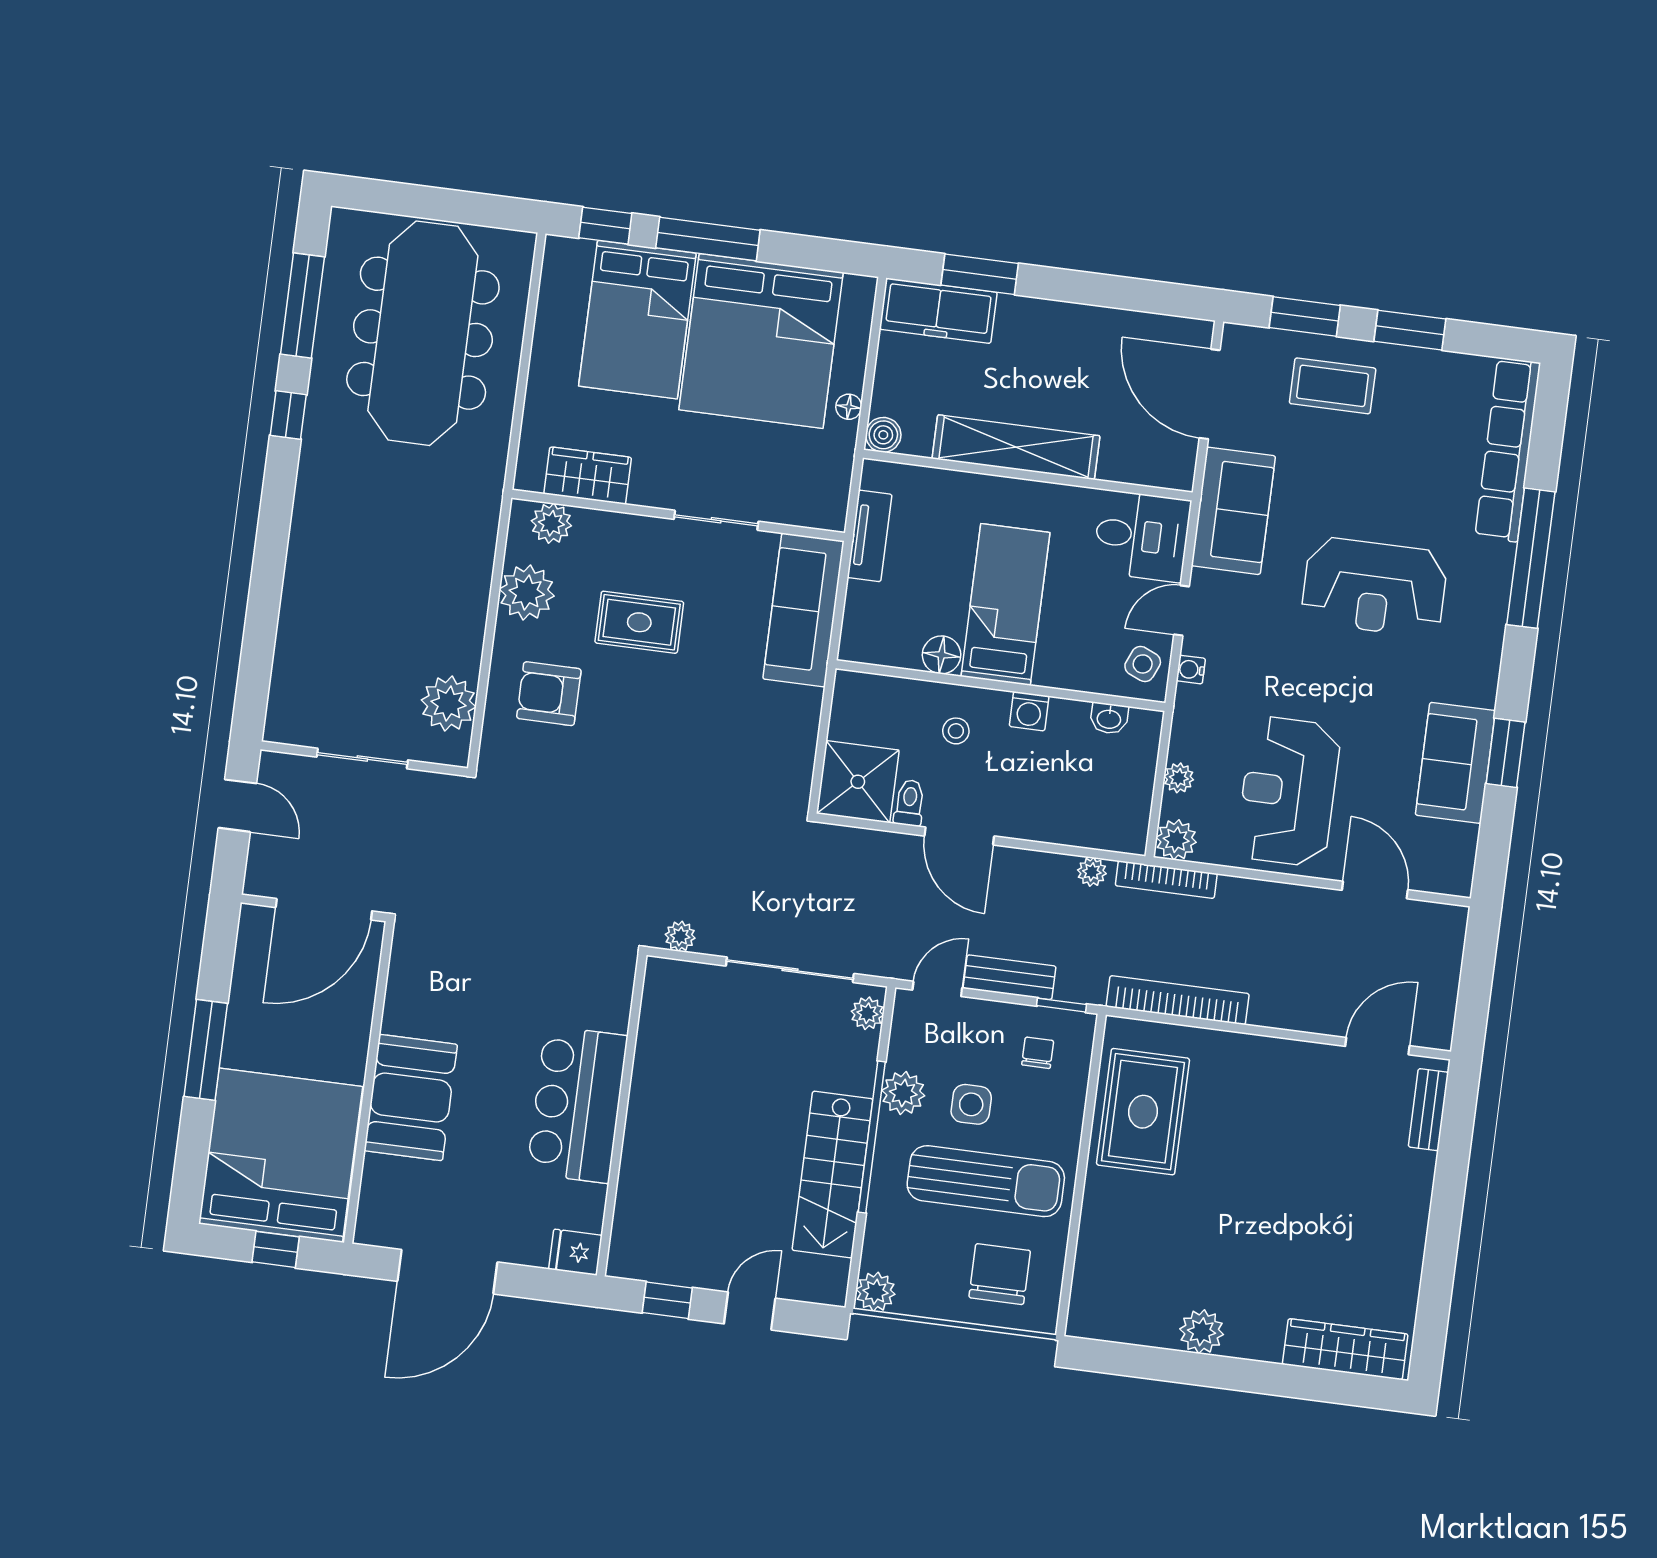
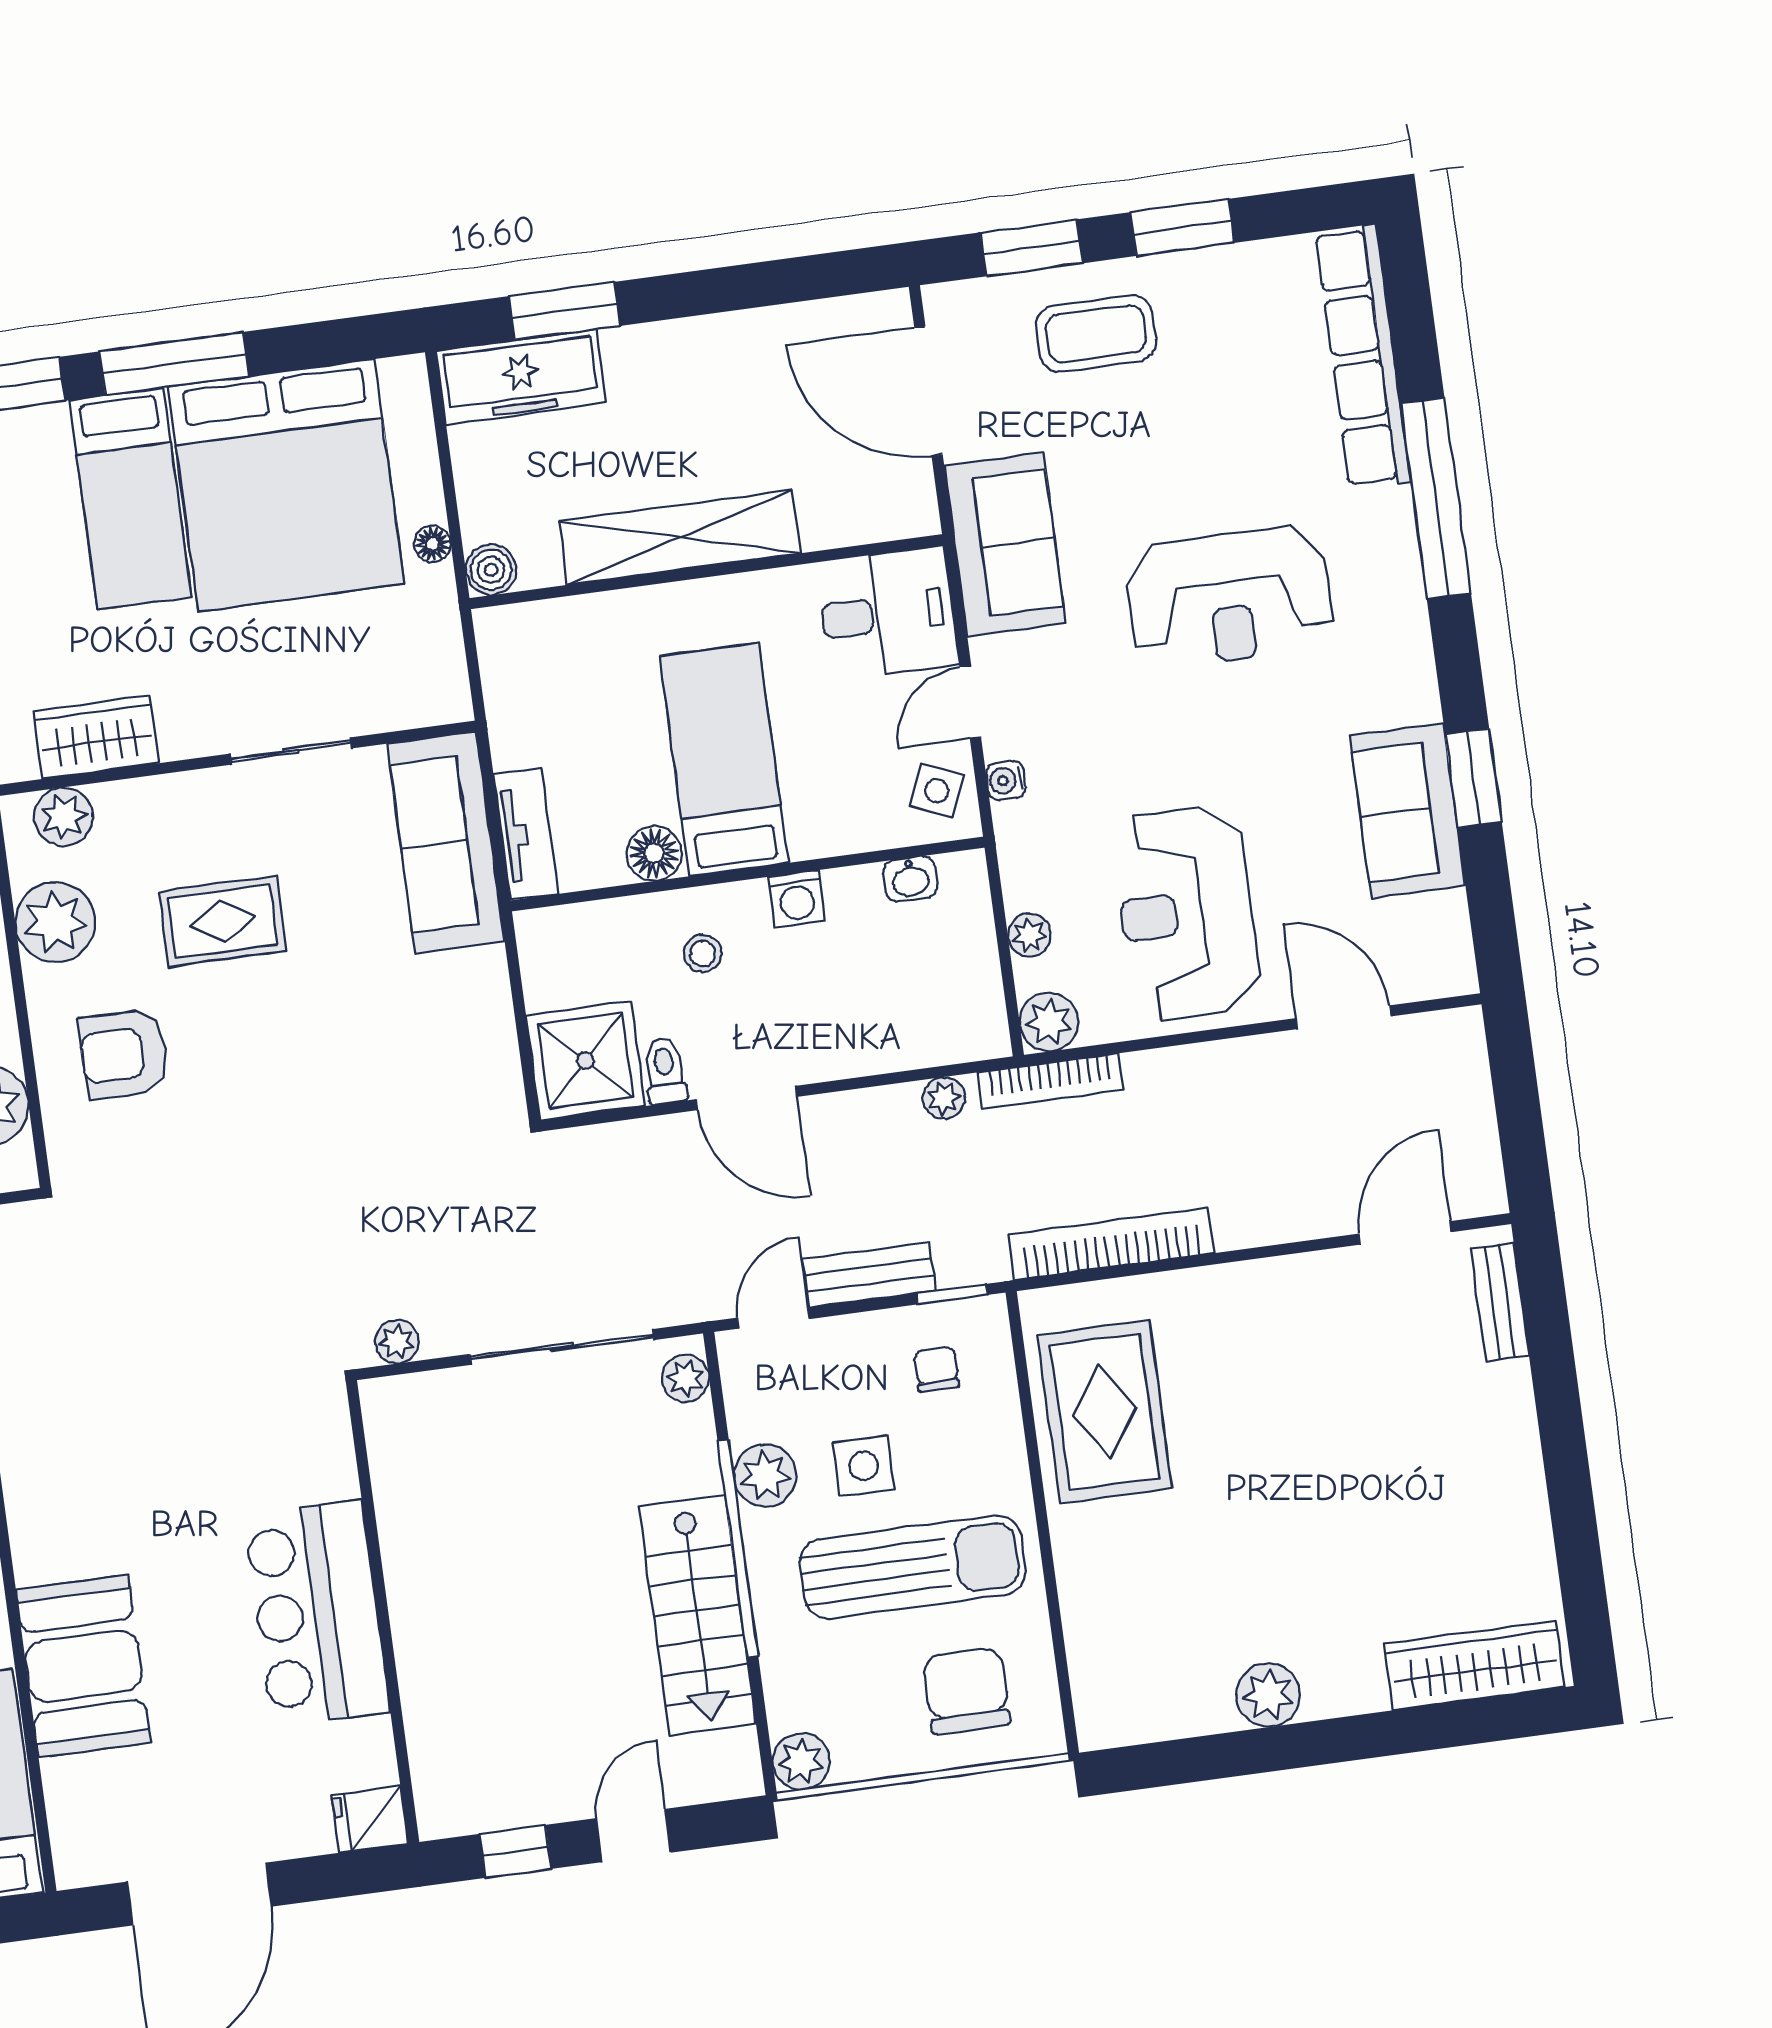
bed: (637, 320) -> (130, 499), width x0.67
tv unit: (870, 536) -> (526, 834), moved

